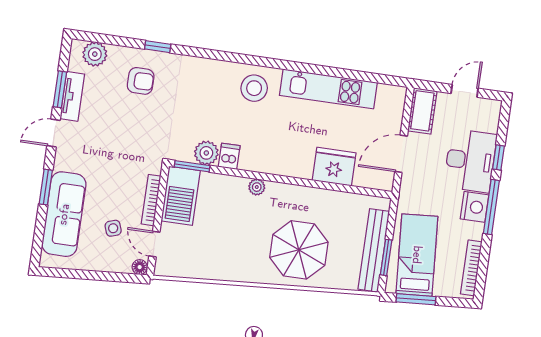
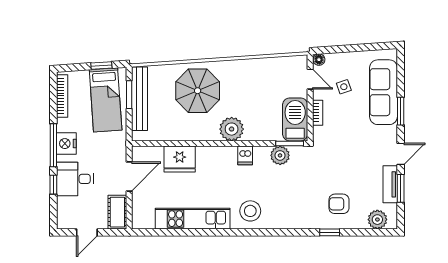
dishwasher: (229, 156) -> (245, 155), moved
desk: (470, 161) -> (75, 179), width x0.73
plant: (257, 187) -> (232, 129), width x1.88, depth x1.88
bookcase: (151, 200) -> (318, 113), width x0.64
window: (416, 299) -> (101, 66), width x0.67

